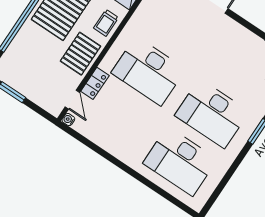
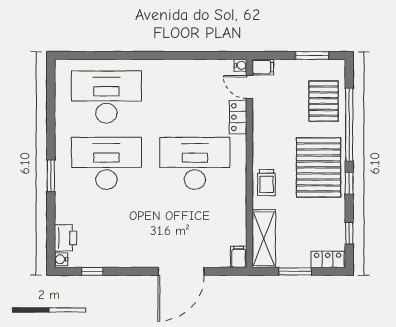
trolley: (106, 23) -> (266, 182), turned 180
pallet: (81, 54) -> (324, 101), moved
filing cabinet: (53, 108) -> (263, 67), added

